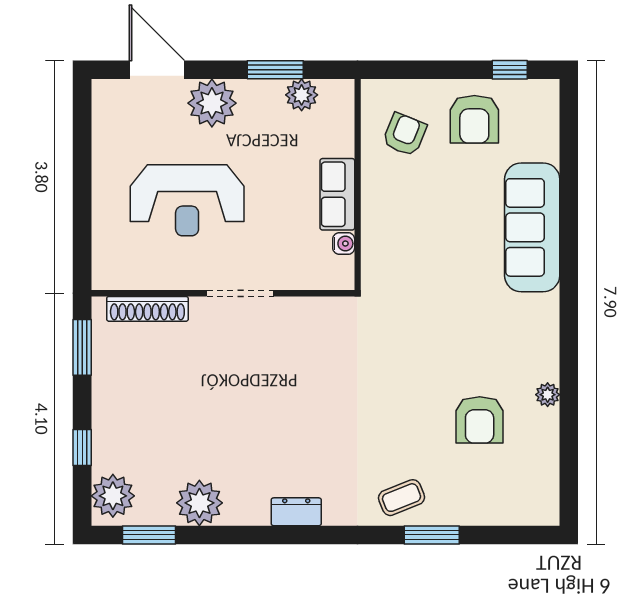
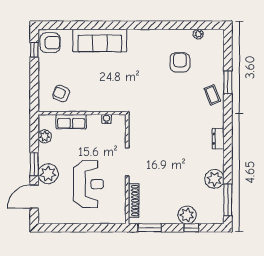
window: (275, 70) -> (34, 164), moved
armchair: (474, 119) -> (50, 43), moved
row of seats: (337, 194) -> (71, 122), moved
plant: (548, 395) -> (198, 34), moved
armchair: (480, 420) -> (180, 62), turned -90
plant: (113, 496) -> (187, 215), moved
window: (149, 535) -> (228, 200), width x1.44

